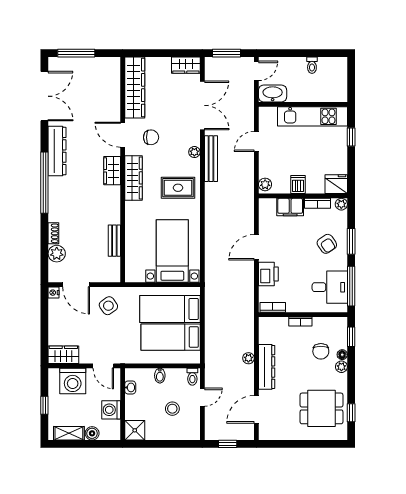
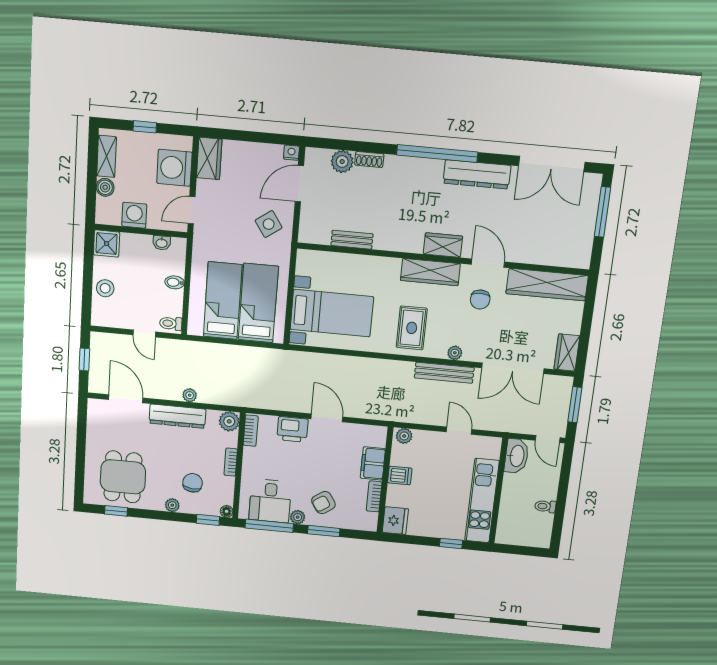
door: (123, 135) -> (488, 263), hinge flipped
plant: (341, 204) -> (298, 517), moved
plant: (267, 325) -> (229, 421), added
chair: (321, 351) -> (193, 483), turned 96
floor lamp: (342, 355) -> (227, 511), moved
stool: (172, 409) -> (105, 288), moved

